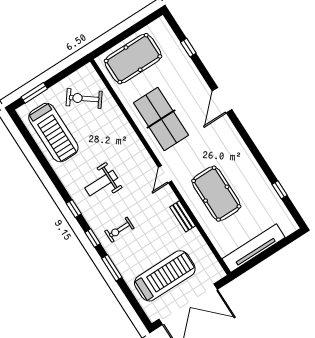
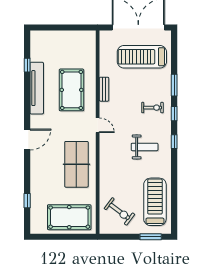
door: (222, 100) -> (27, 139), moved
door: (165, 174) -> (98, 125), hinge flipped
tv unit: (254, 248) -> (37, 88), moved, turned -90

